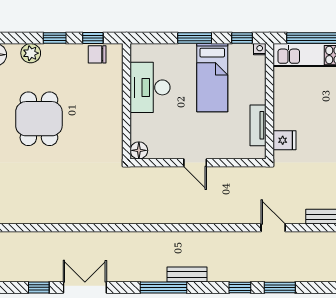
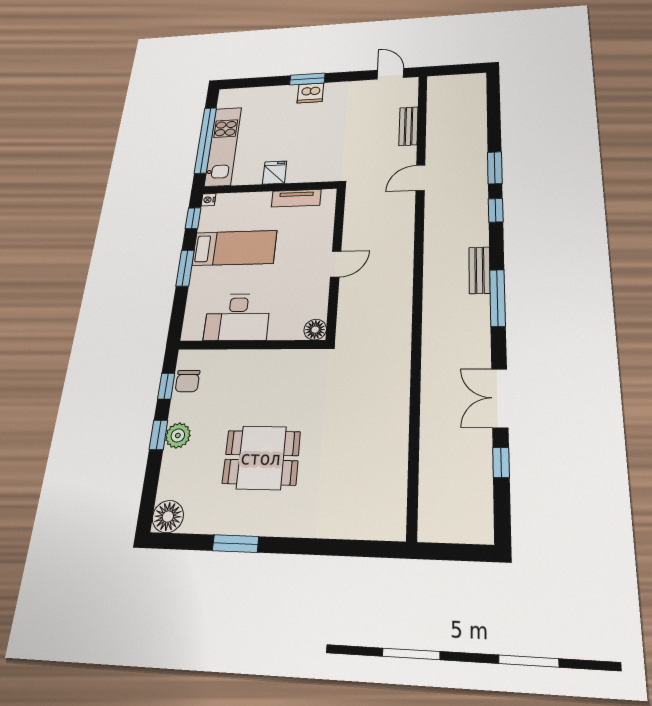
plant: (31, 53) -> (178, 435), moved
fridge: (284, 140) -> (275, 173), moved

